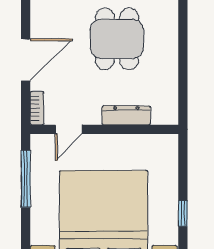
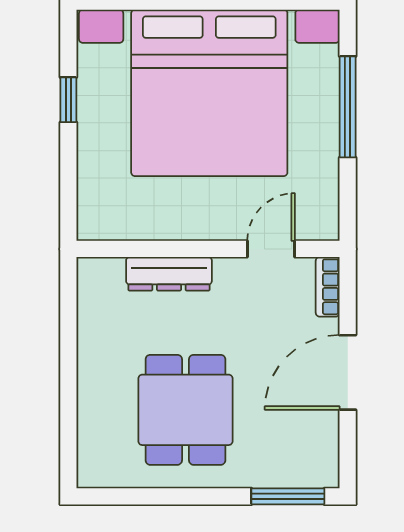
window: (26, 179) -> (348, 107), moved

